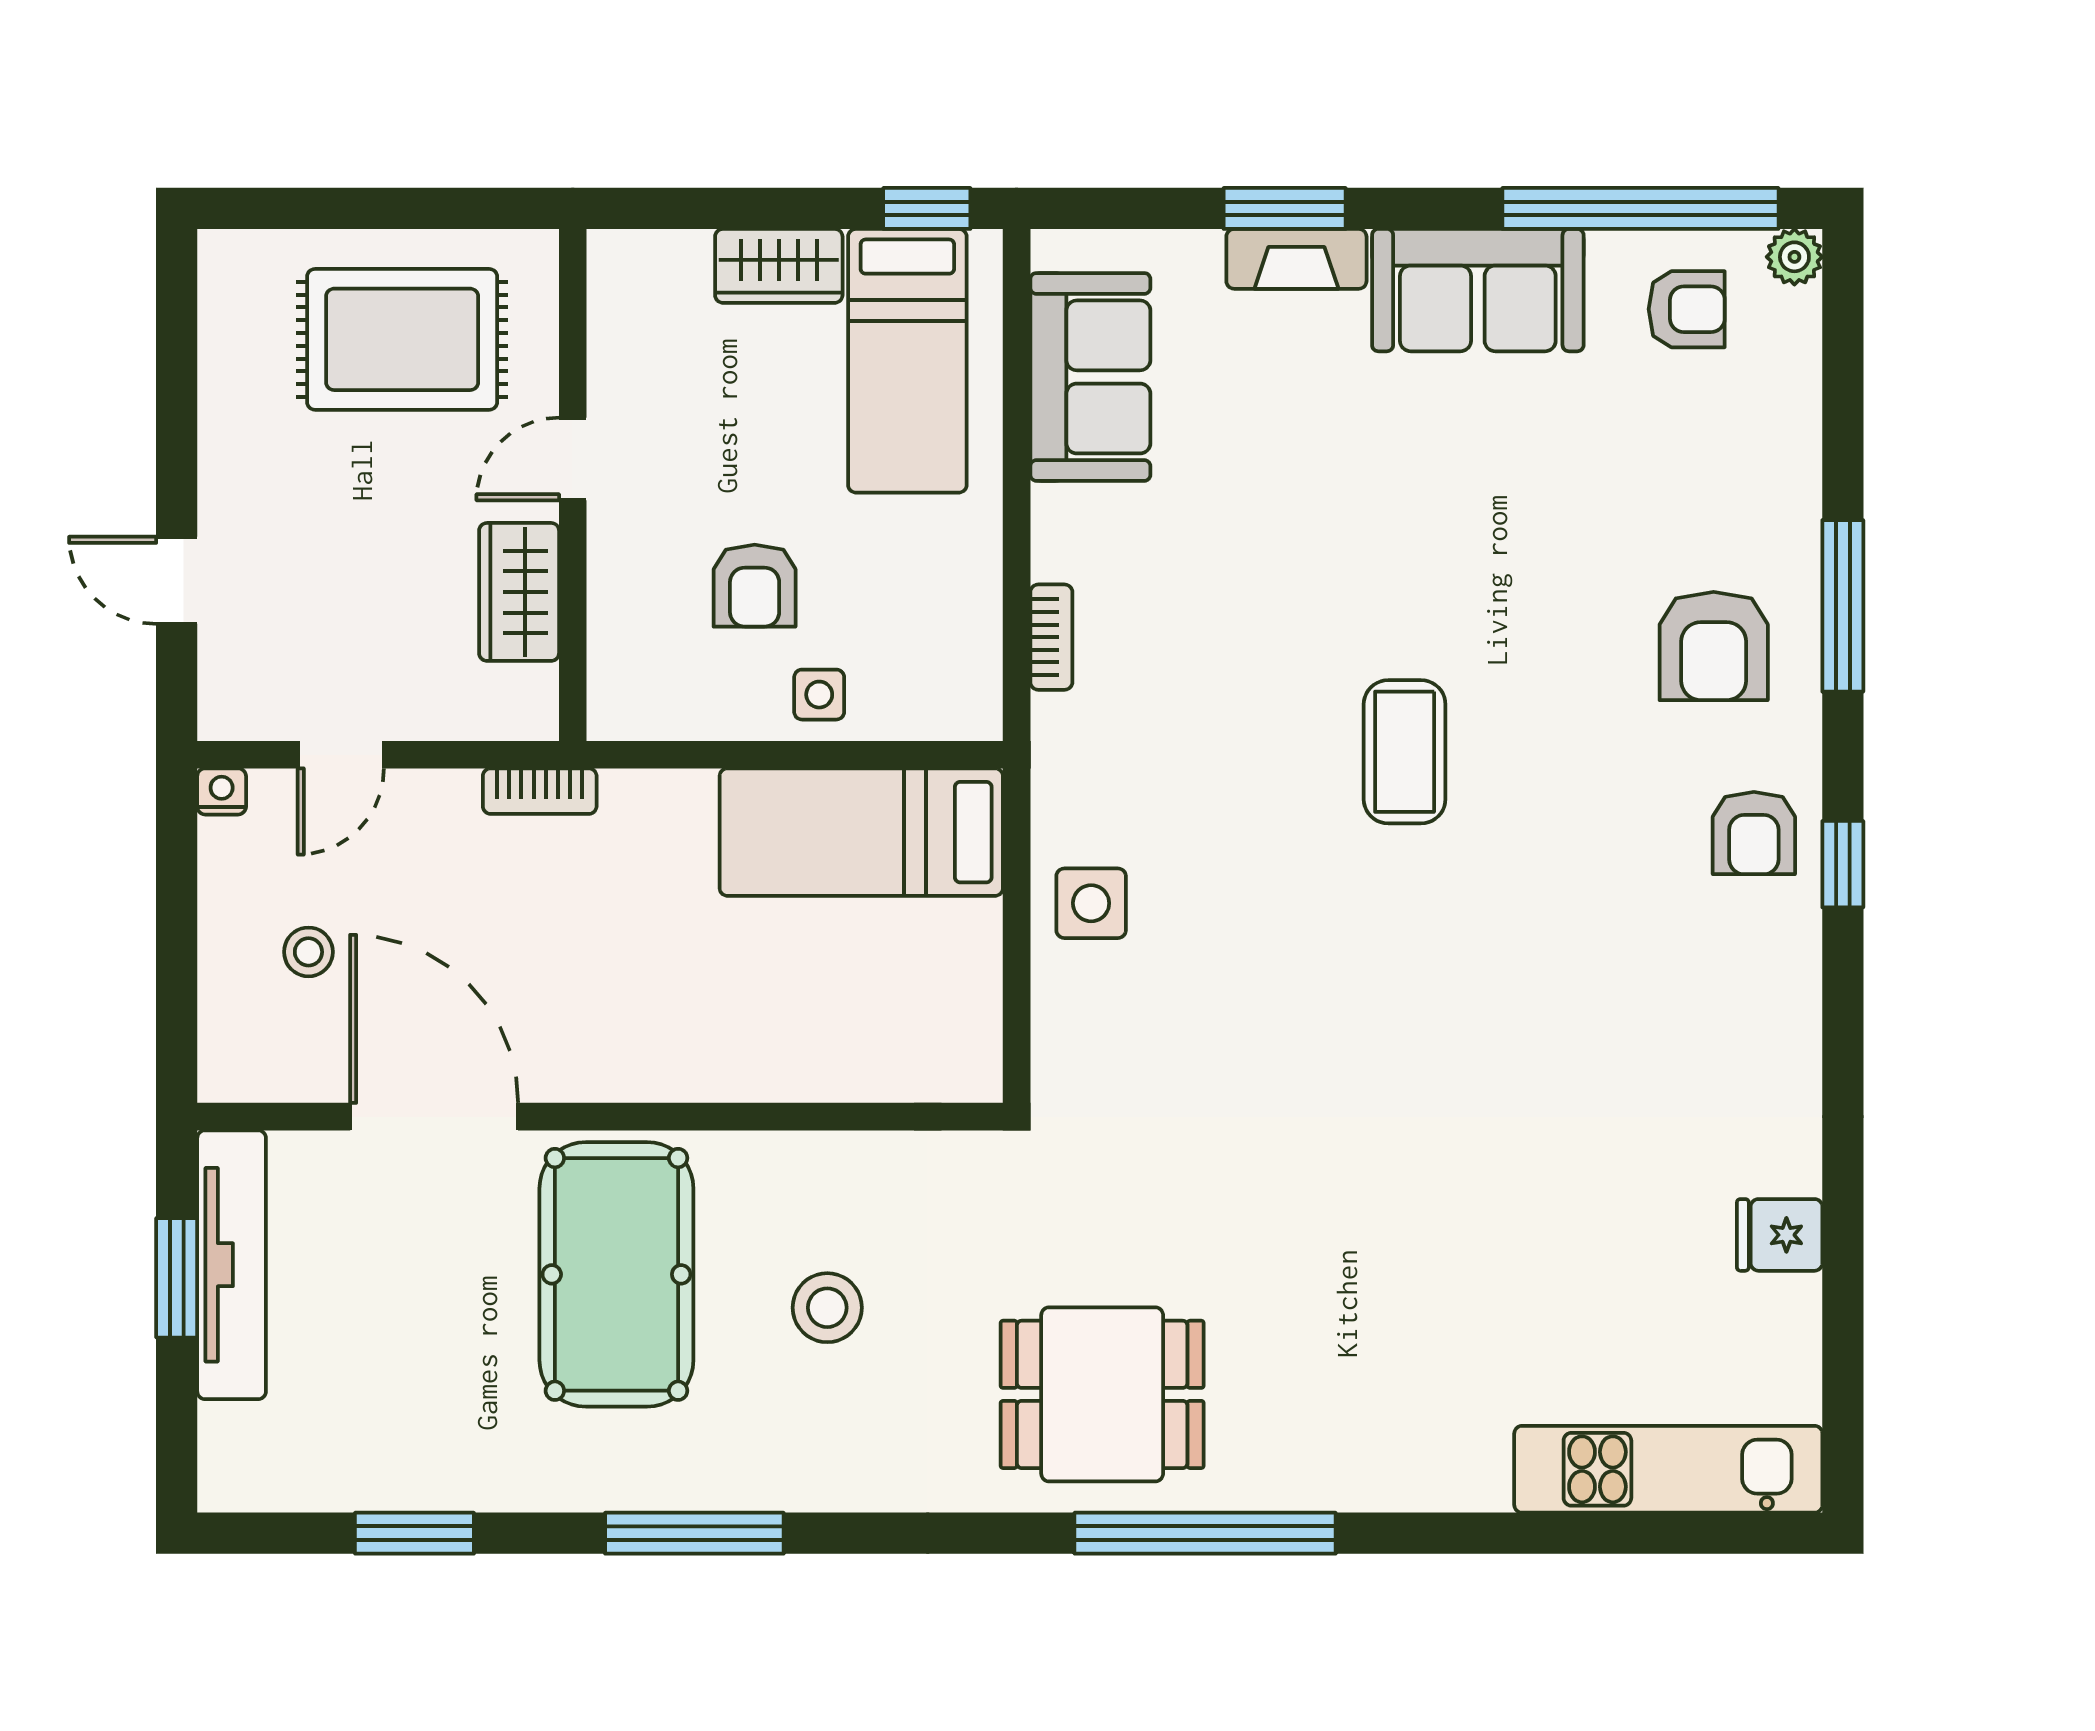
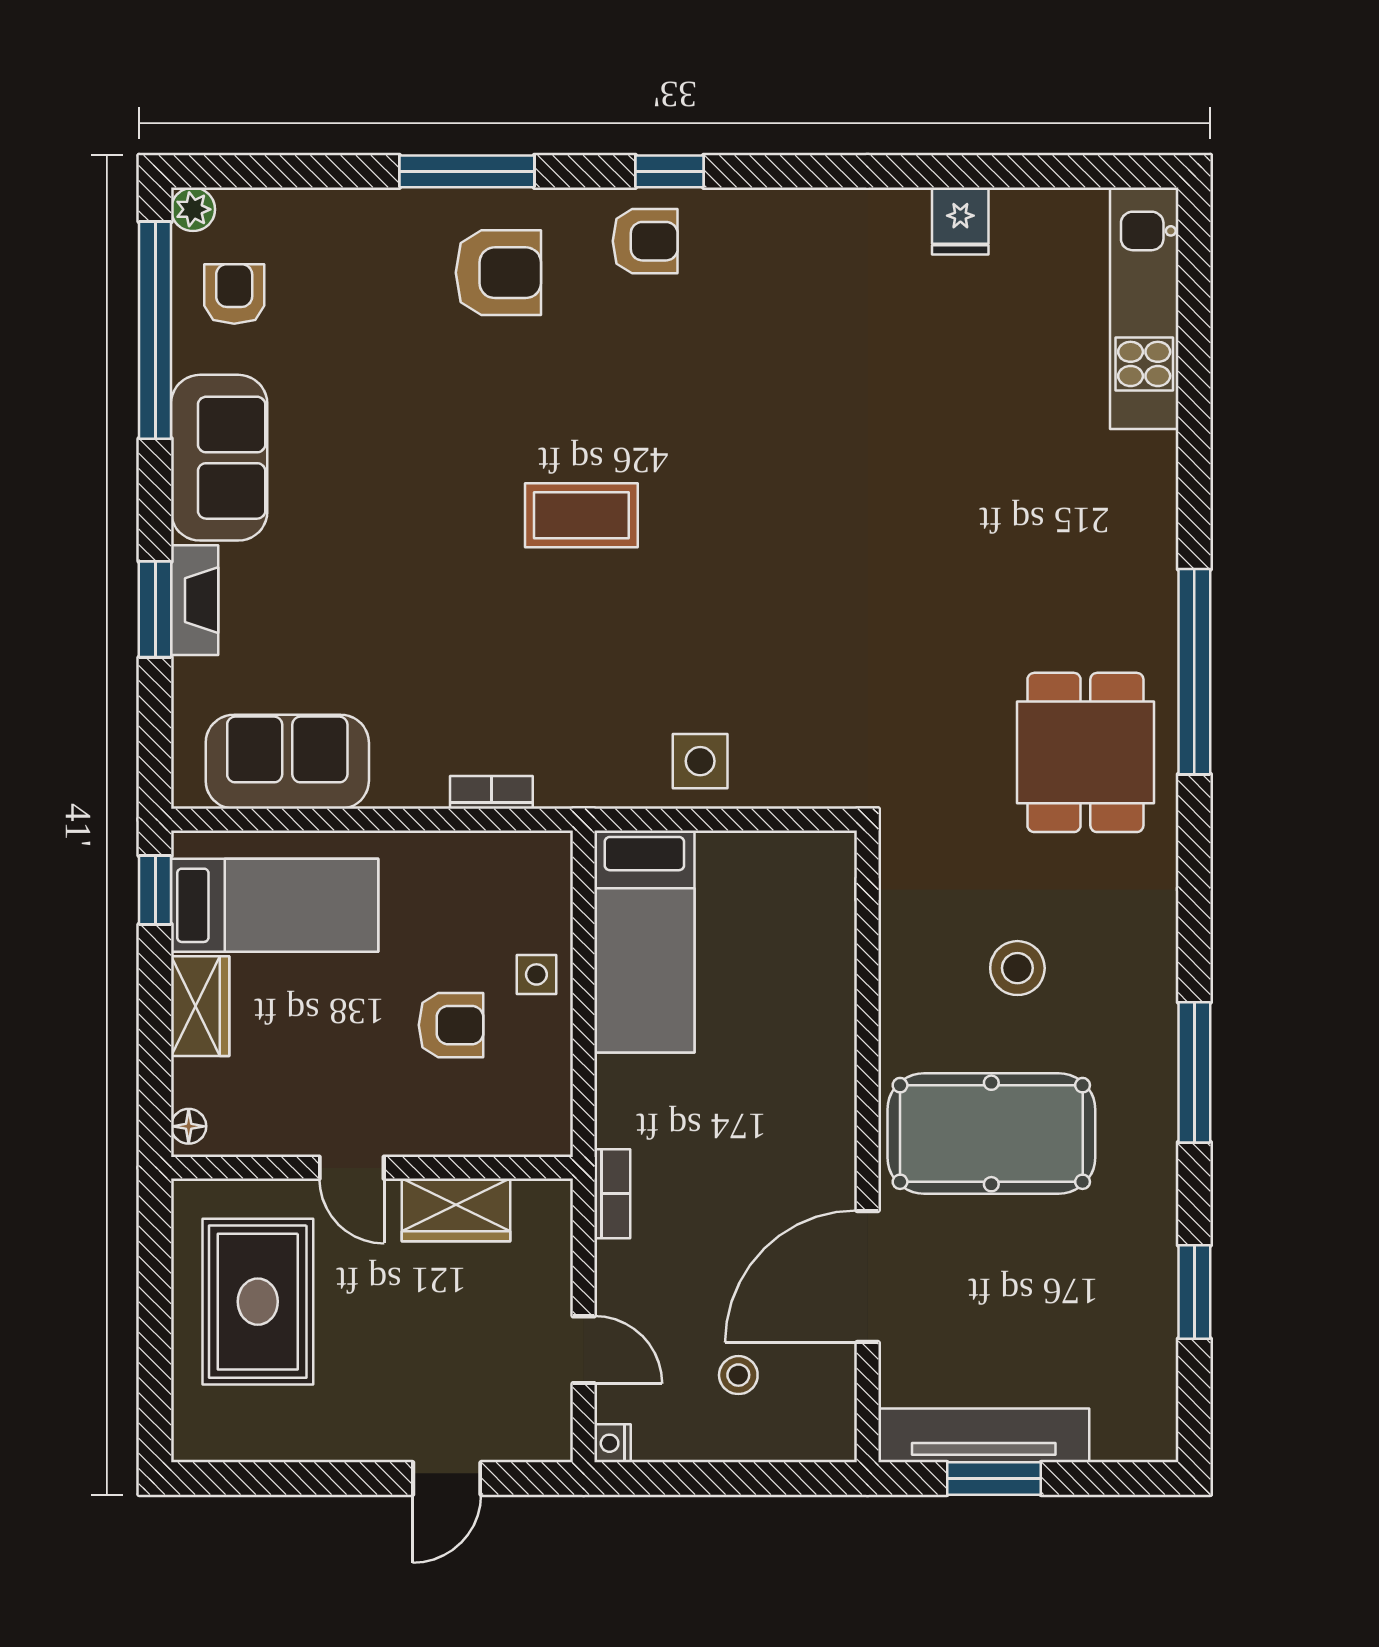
floor lamp: (626, 251) -> (189, 1126), added

